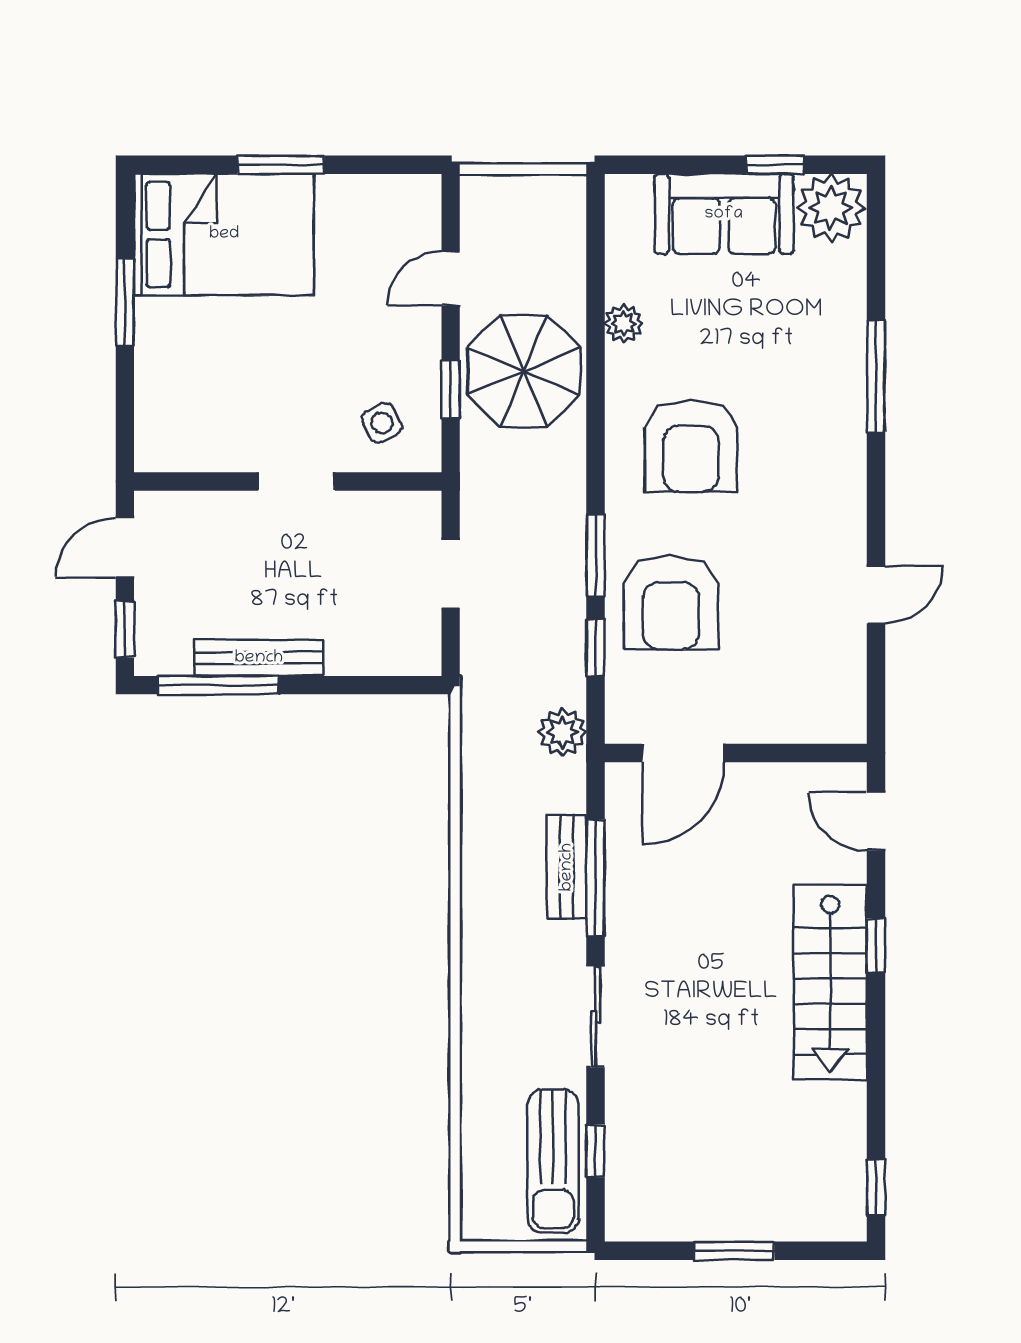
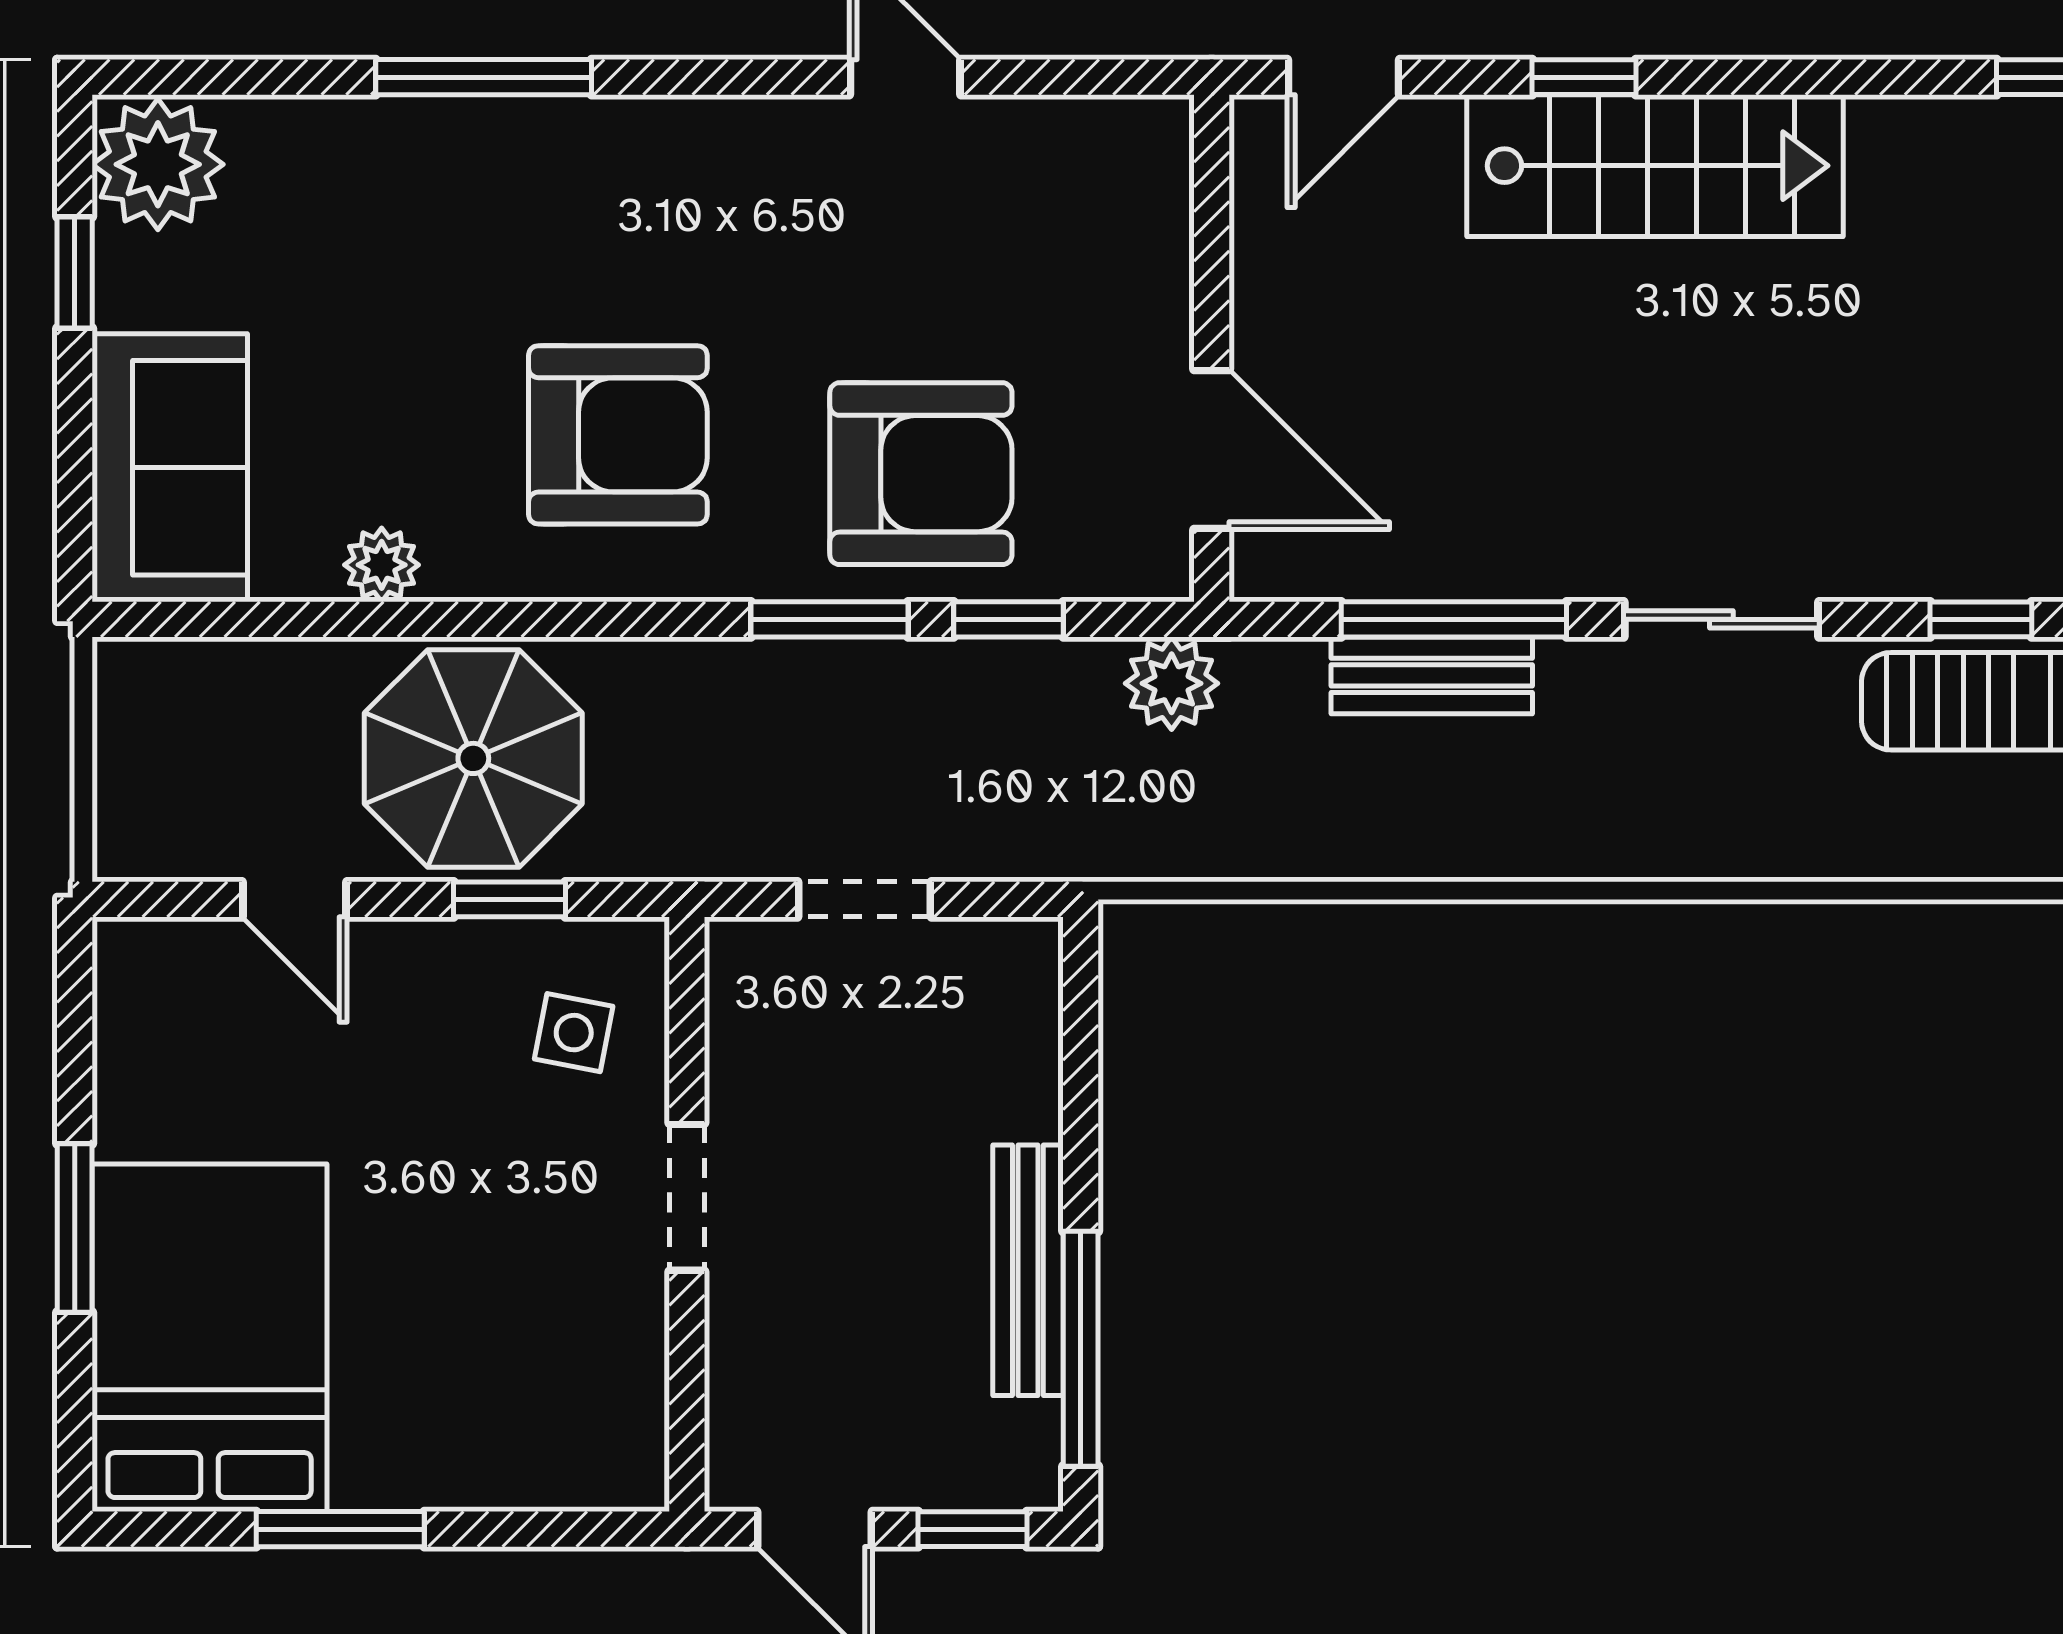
sofa: (724, 214) -> (170, 468), moved
side table: (382, 423) -> (574, 1033), turned 38

